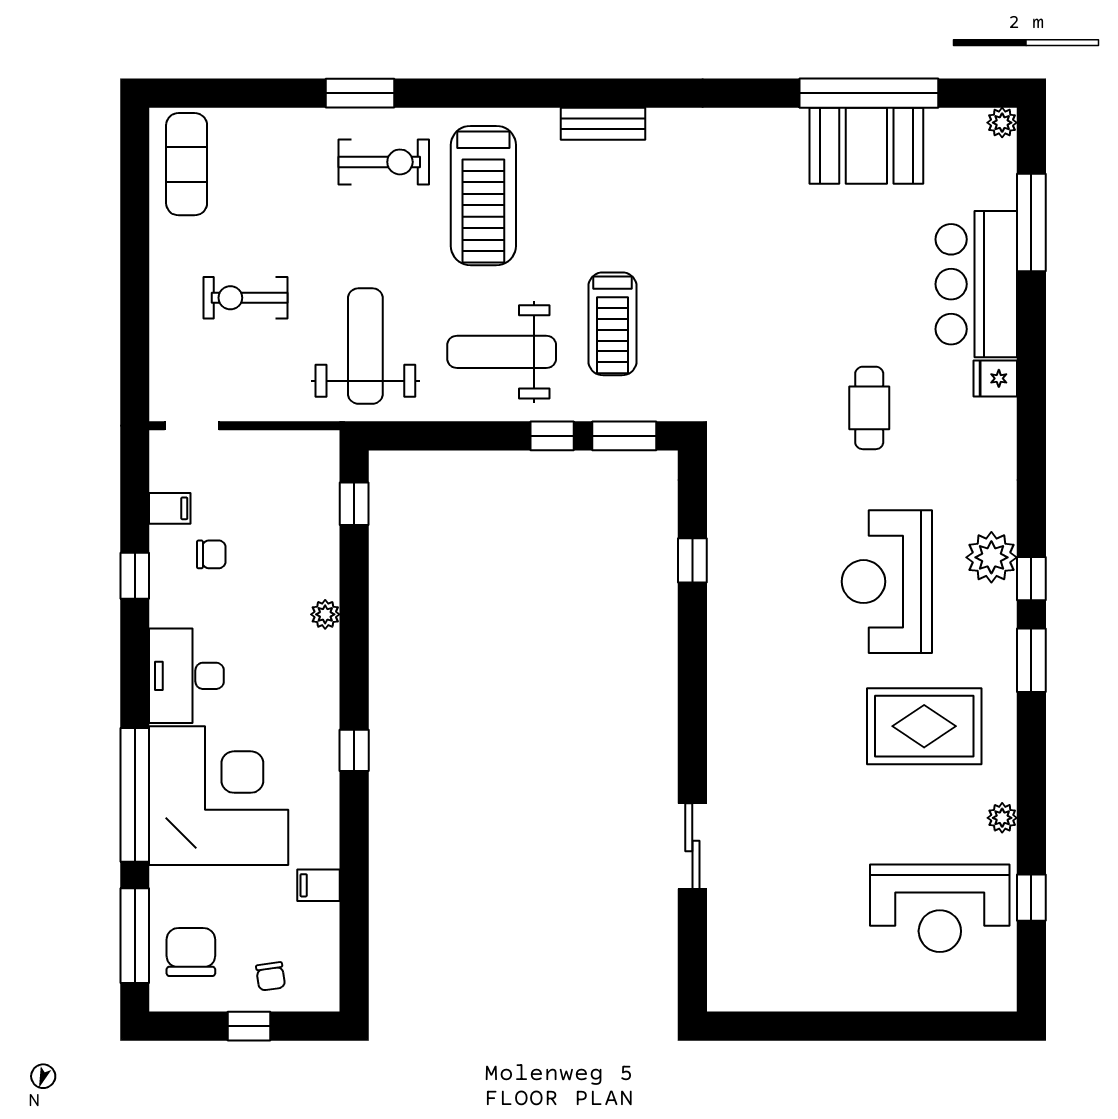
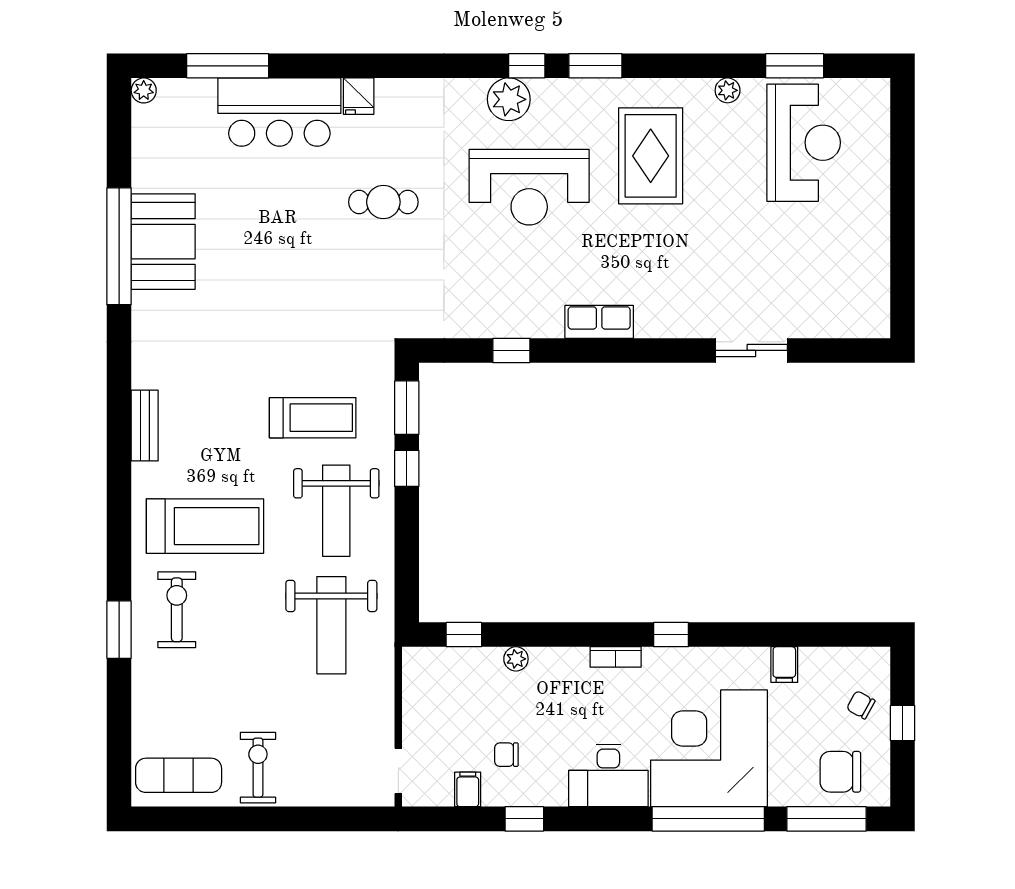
window: (869, 93) -> (119, 246), moved
booth: (866, 146) -> (163, 242), moved
exercise bike: (245, 298) -> (258, 768), moved, turned 180
weight bench: (365, 346) -> (331, 625), turned -90
chair: (211, 554) -> (506, 755), turned -90
plant: (325, 614) -> (516, 659), moved
row of seats: (726, 665) -> (599, 322), added
bookcase: (328, 684) -> (616, 657), added
window: (1031, 898) -> (795, 66), width x1.50
chair: (271, 976) -> (861, 705), turned -143

